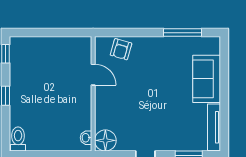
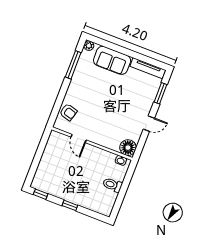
plant: (214, 43) -> (89, 46), added
door: (93, 75) -> (79, 138), swing flipped
toilet: (18, 139) -> (112, 185), moved

